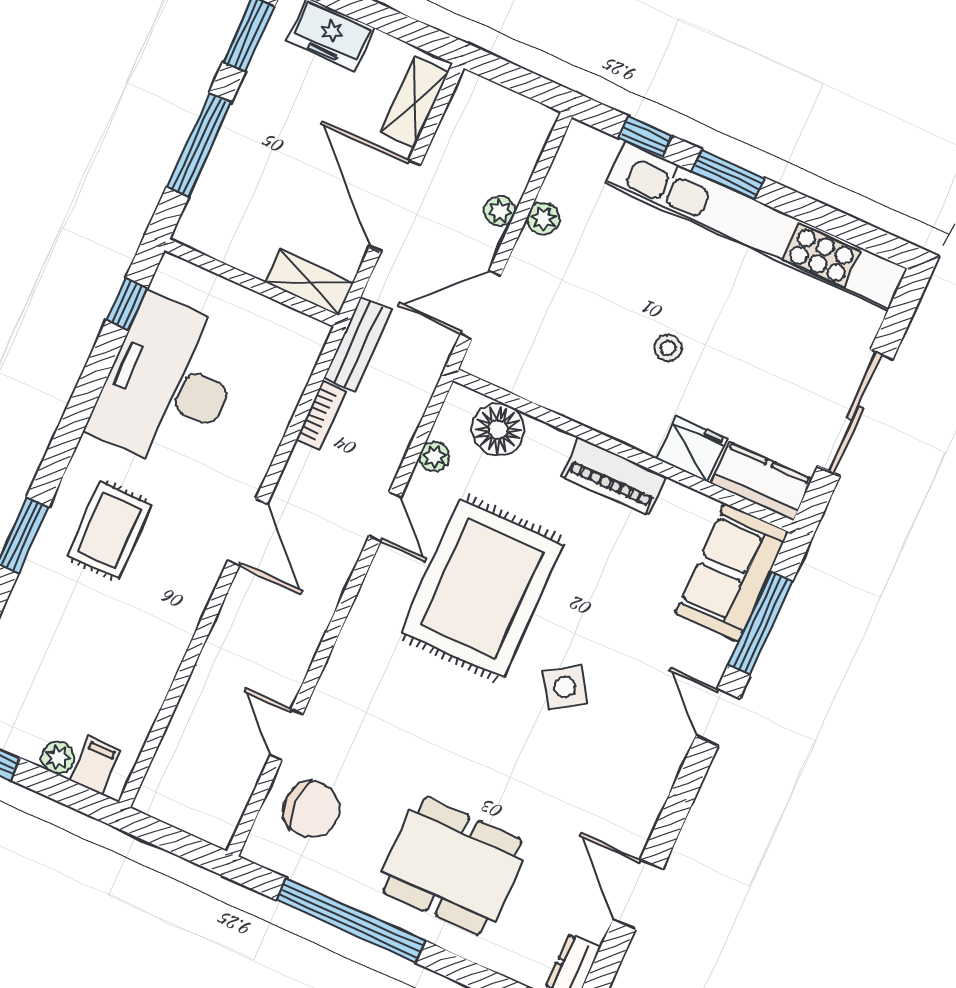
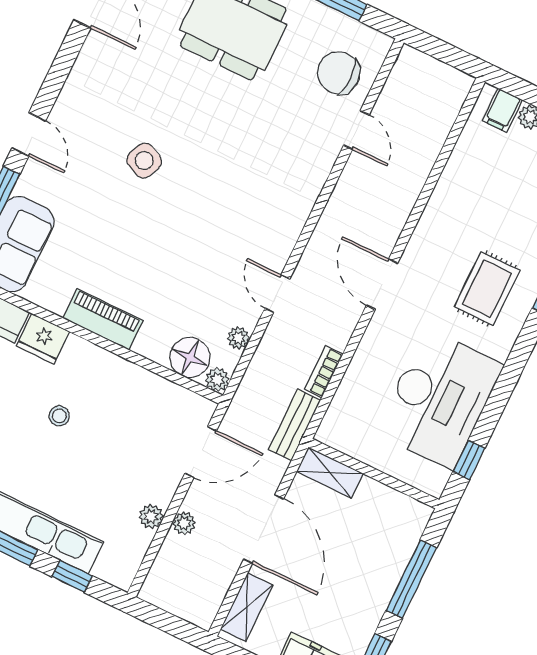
plant: (461, 401) -> (217, 380), added
rug: (482, 588) -> (205, 237), removed
side table: (565, 687) -> (144, 161), turned -32

